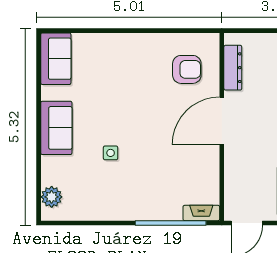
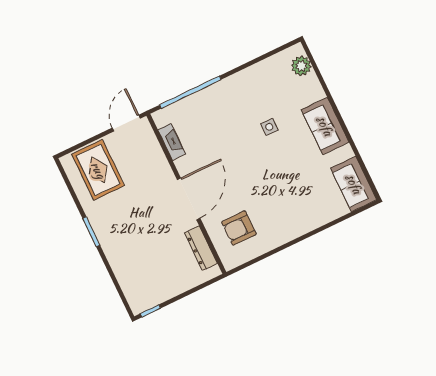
fireplace: (201, 213) -> (172, 142), moved, turned -90

